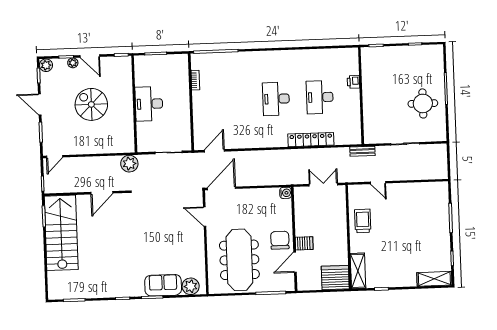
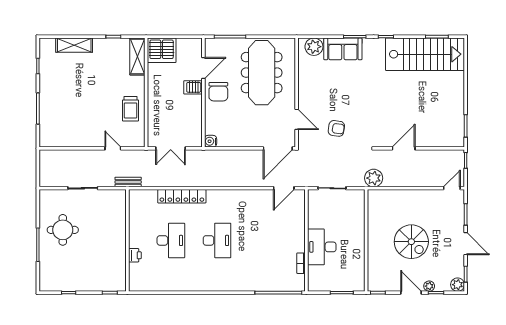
desk: (149, 104) -> (322, 247), moved, turned 180
armchair: (166, 209) -> (336, 128), added
stairs: (61, 233) -> (425, 54), moved, turned -90
shelving: (434, 279) -> (74, 45), moved

